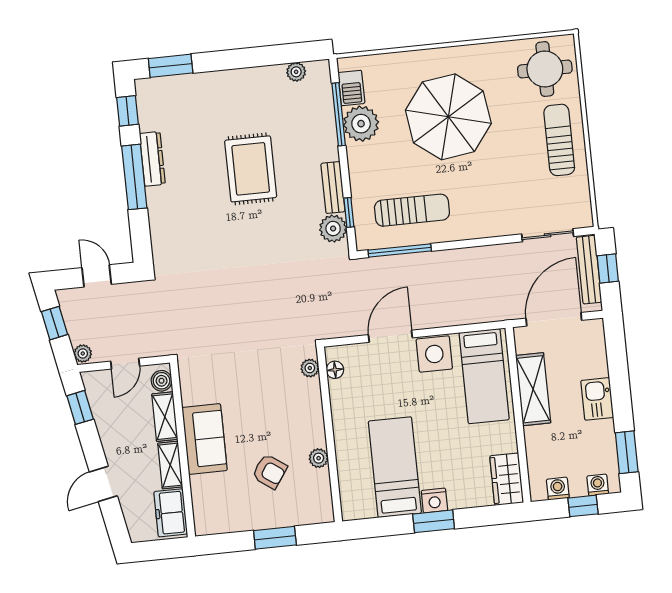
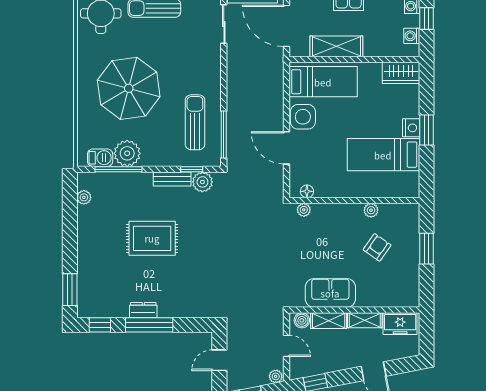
dresser: (152, 159) -> (143, 310), width x0.70
sofa: (205, 439) -> (330, 293), moved

